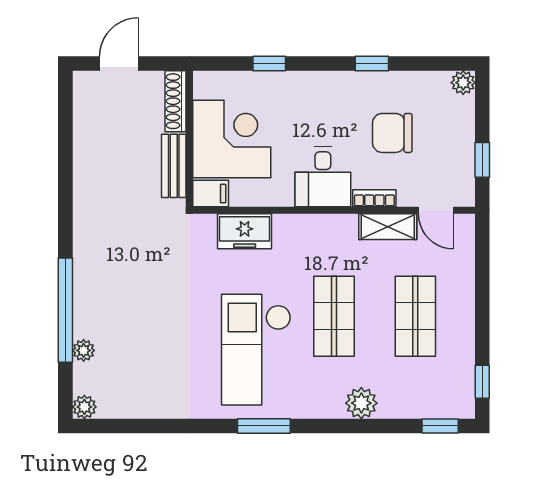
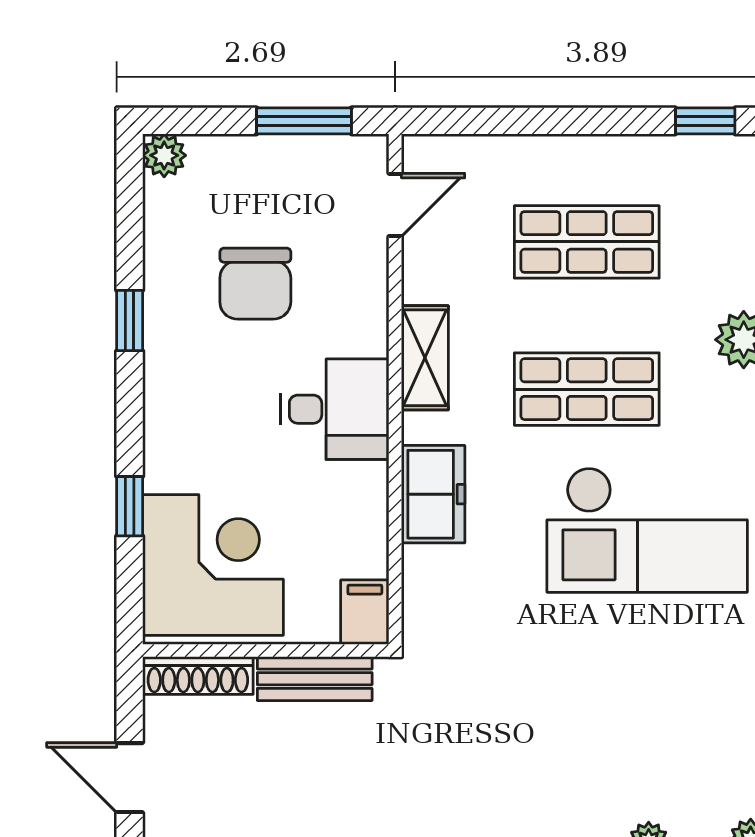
corner desk: (232, 139) -> (213, 565), moved, turned 90
window: (482, 160) -> (304, 121), width x1.50
bookcase: (374, 198) -> (373, 316), removed
shelving: (388, 227) -> (425, 358), moved
freezer: (245, 231) -> (433, 494), moved

